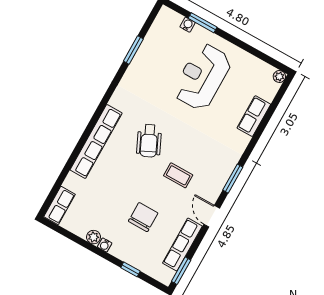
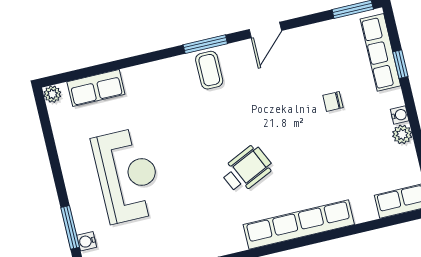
reception desk: (202, 77) -> (127, 175), turned -90
row of seats: (254, 116) -> (96, 88), moved
coffee table: (178, 175) -> (209, 70), moved
chair: (143, 217) -> (333, 101), width x0.54, depth x0.54
row of seats: (182, 245) -> (380, 52), moved, turned 90

